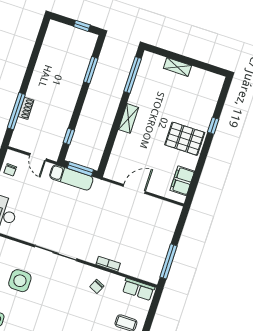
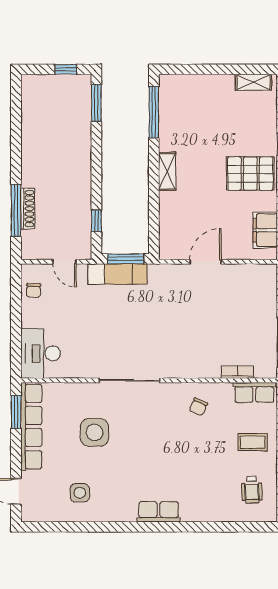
shelving: (177, 67) -> (253, 82), moved
window: (91, 70) -> (96, 103), moved
shoe rack: (26, 108) -> (28, 209), width x1.43
bookcase: (108, 264) -> (237, 372), moved

